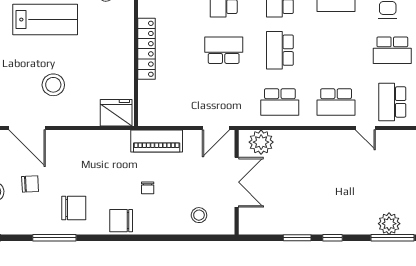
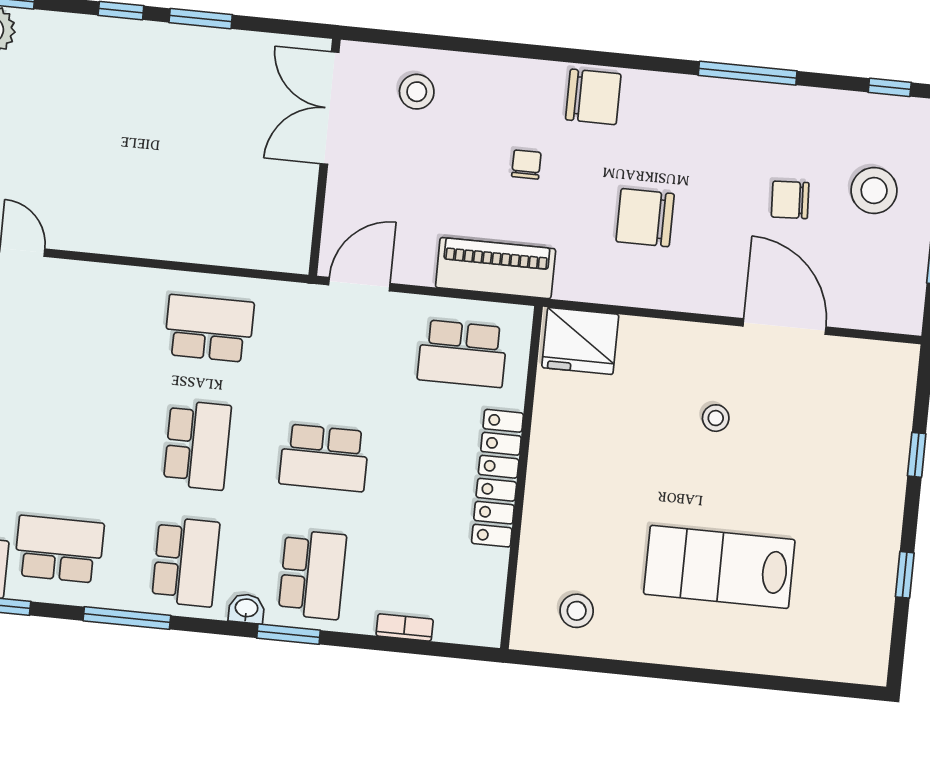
stool: (53, 85) -> (716, 418), width x0.53, depth x0.53
school desk: (336, 102) -> (462, 354), moved, turned 180
plant: (261, 142) -> (260, 242), removed
double door: (237, 182) -> (329, 108), moved
chair: (74, 208) -> (645, 218), moved

